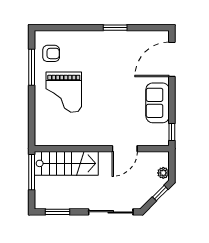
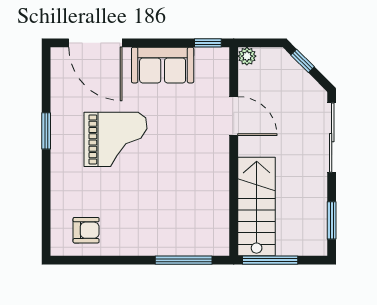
armchair: (51, 53) -> (86, 230), turned 90
window: (32, 67) -> (184, 260), moved
grand piano: (64, 92) -> (115, 139), moved
plant: (163, 173) -> (247, 56), moved

